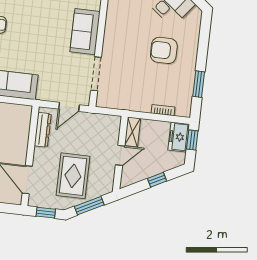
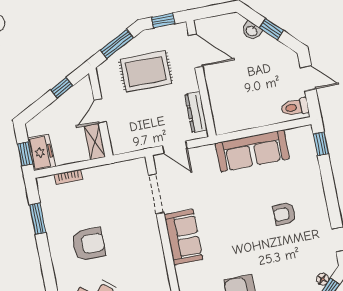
door: (69, 107) -> (175, 147), swing flipped
rug: (73, 176) -> (146, 71), turned 90
window: (157, 180) -> (62, 88), moved

